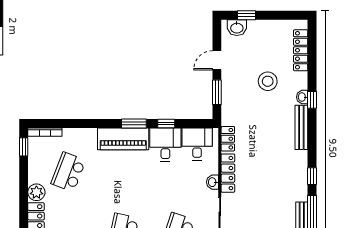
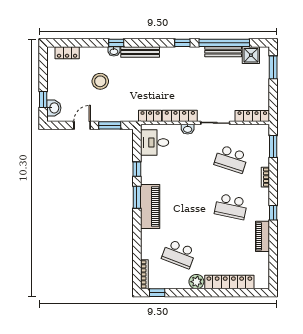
locker: (301, 50) -> (67, 53), width x0.66
door: (217, 60) -> (82, 125), swing flipped
desk: (165, 145) -> (155, 170), removed

